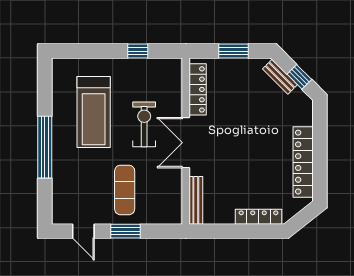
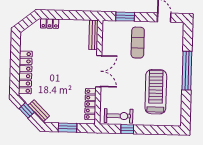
exercise bike: (144, 124) -> (119, 116), moved, turned -90
locker: (303, 162) -> (25, 72), moved
locker: (259, 217) -> (50, 24), width x0.66
window: (125, 231) -> (125, 17), moved

